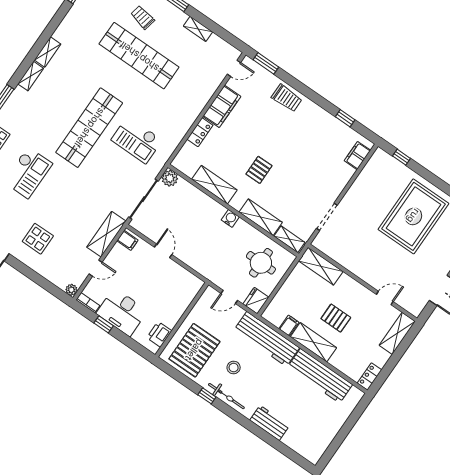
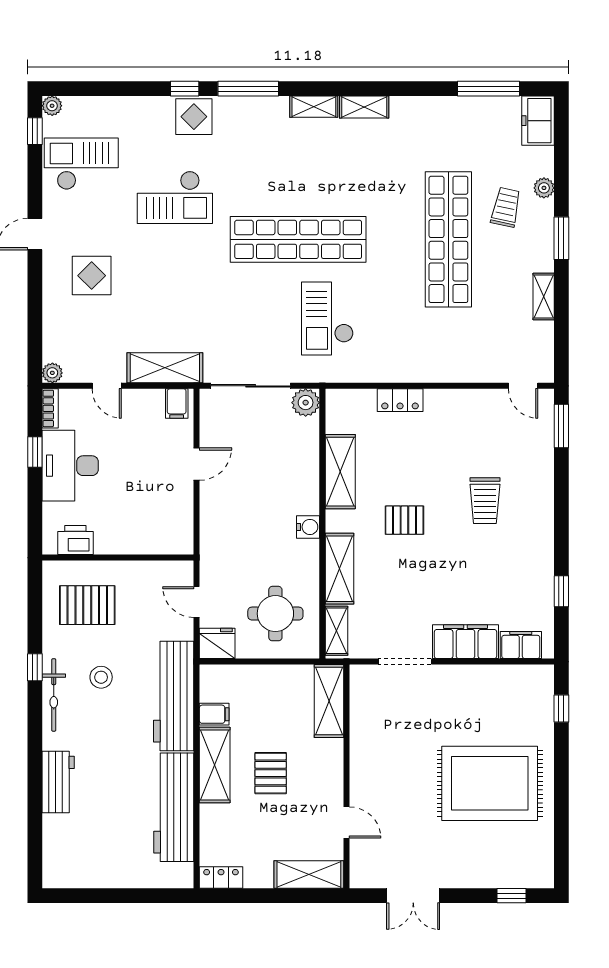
trolley: (287, 98) -> (485, 501), moved
filing cabinet: (222, 106) -> (466, 642), moved, turned 180
pallet: (194, 350) -> (87, 605), width x0.73, depth x0.71

